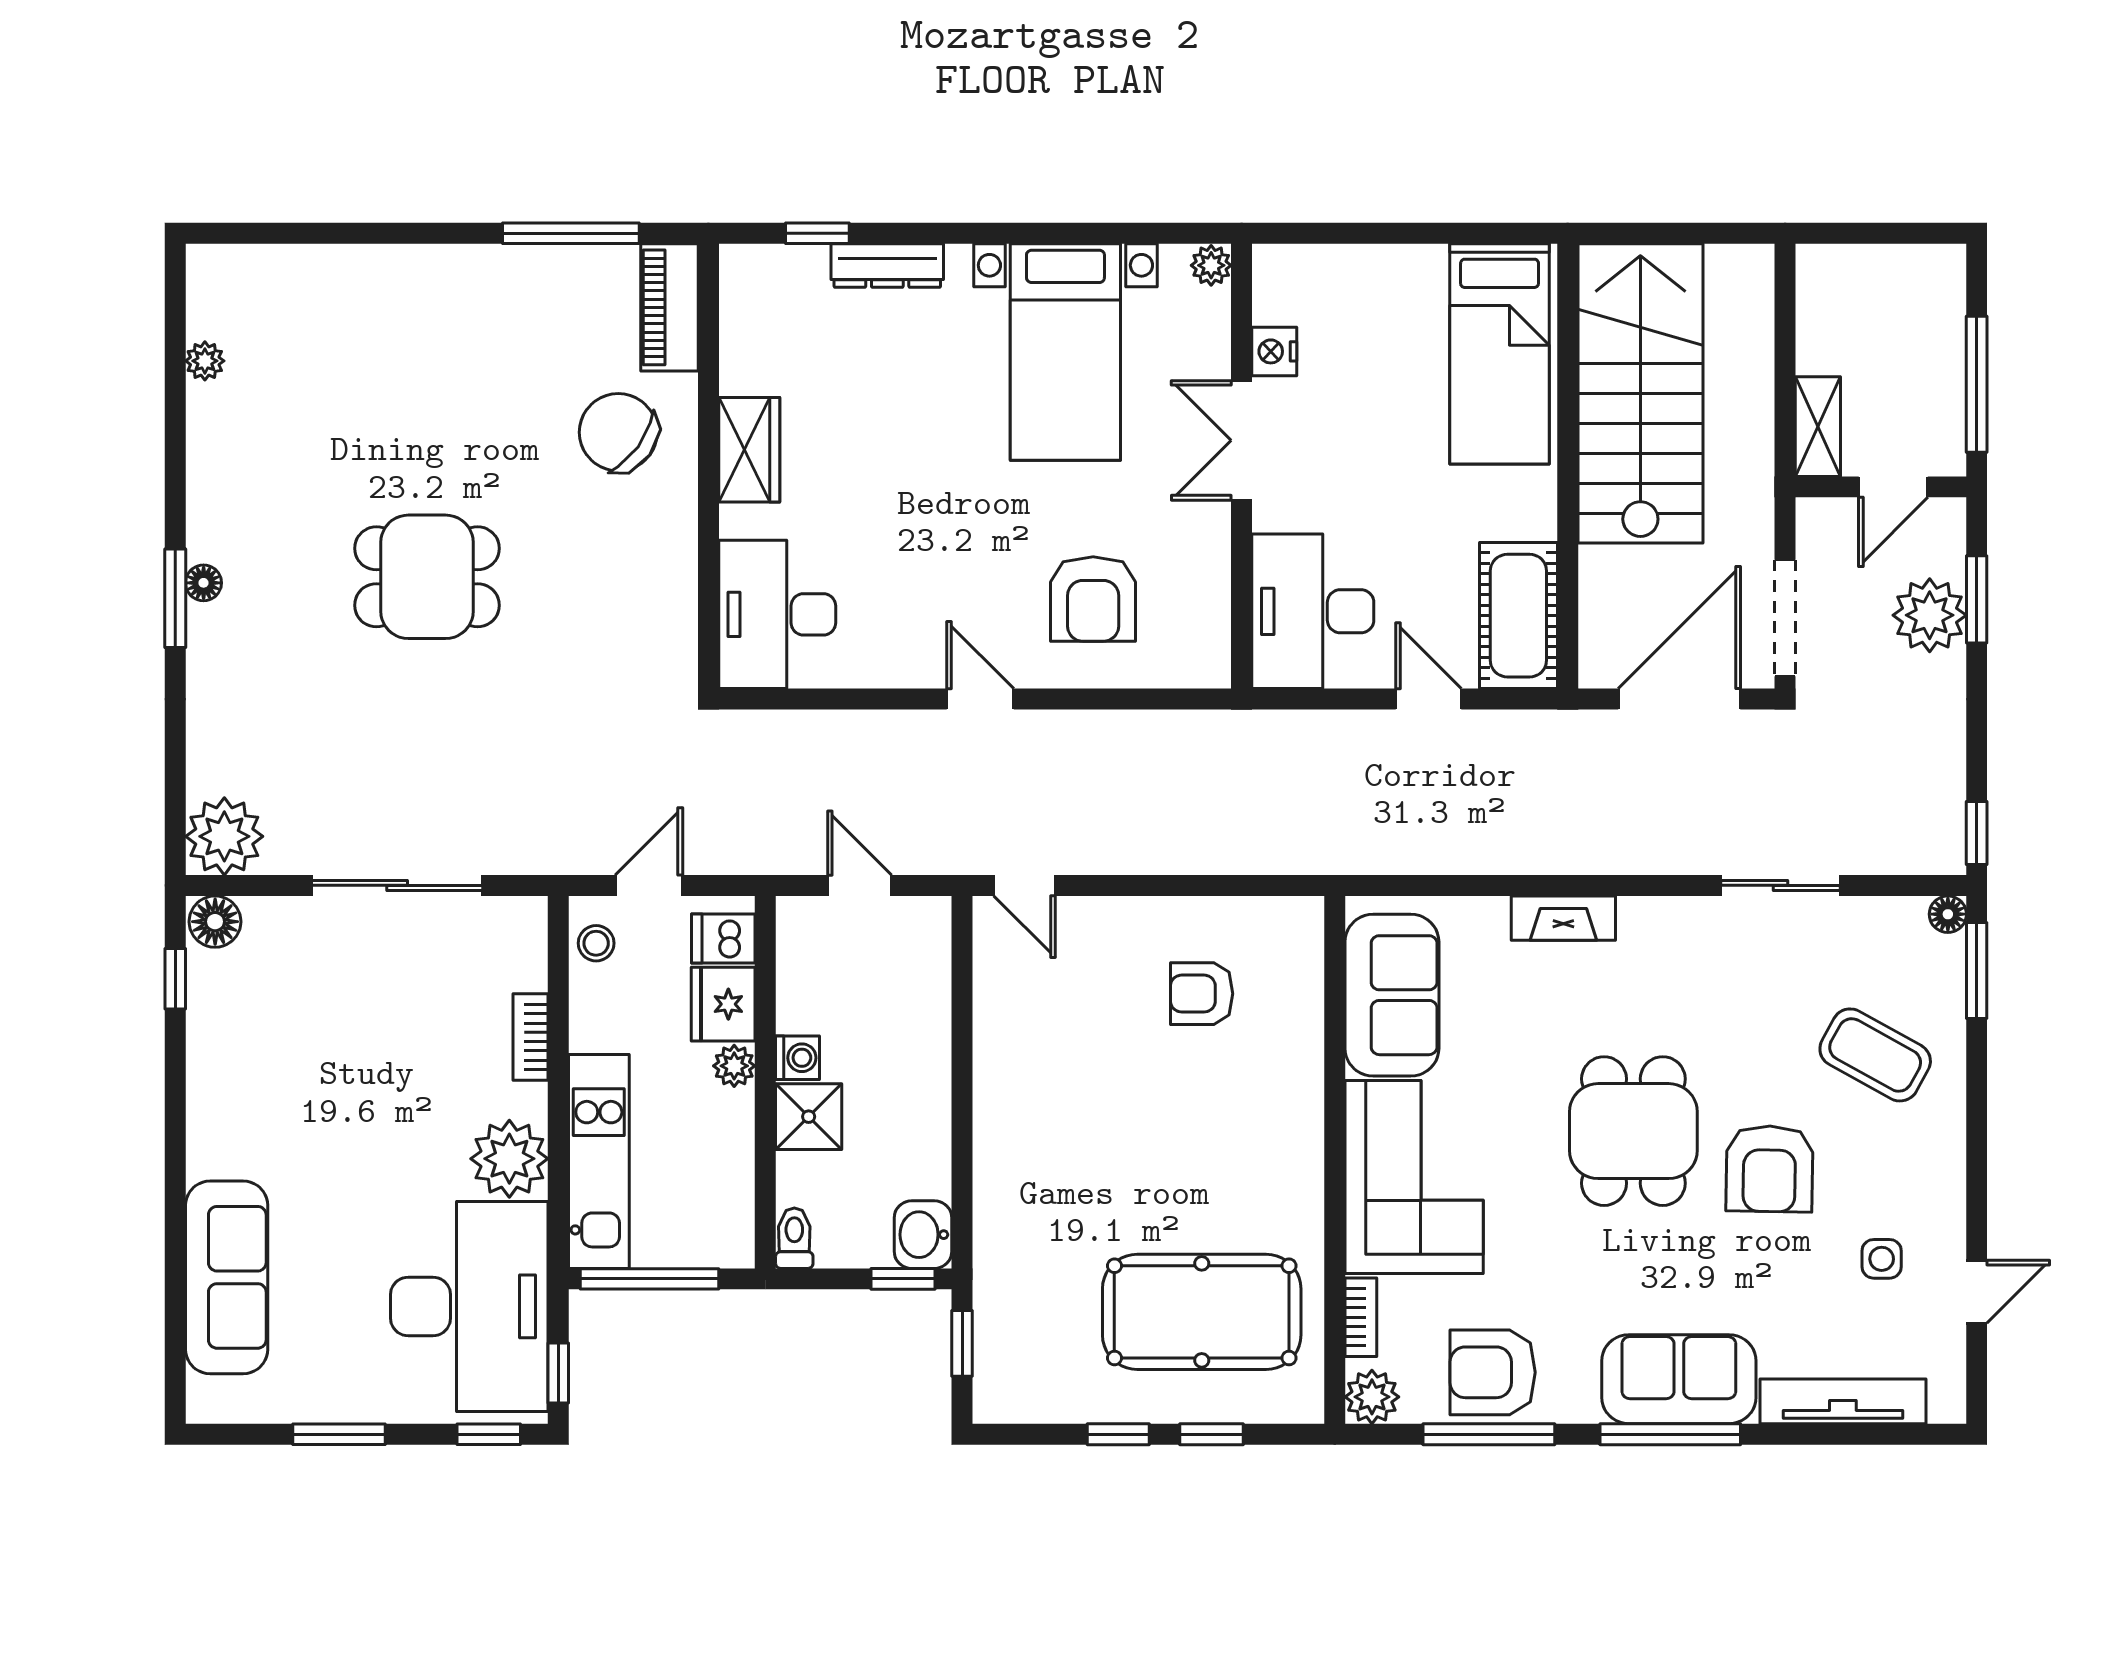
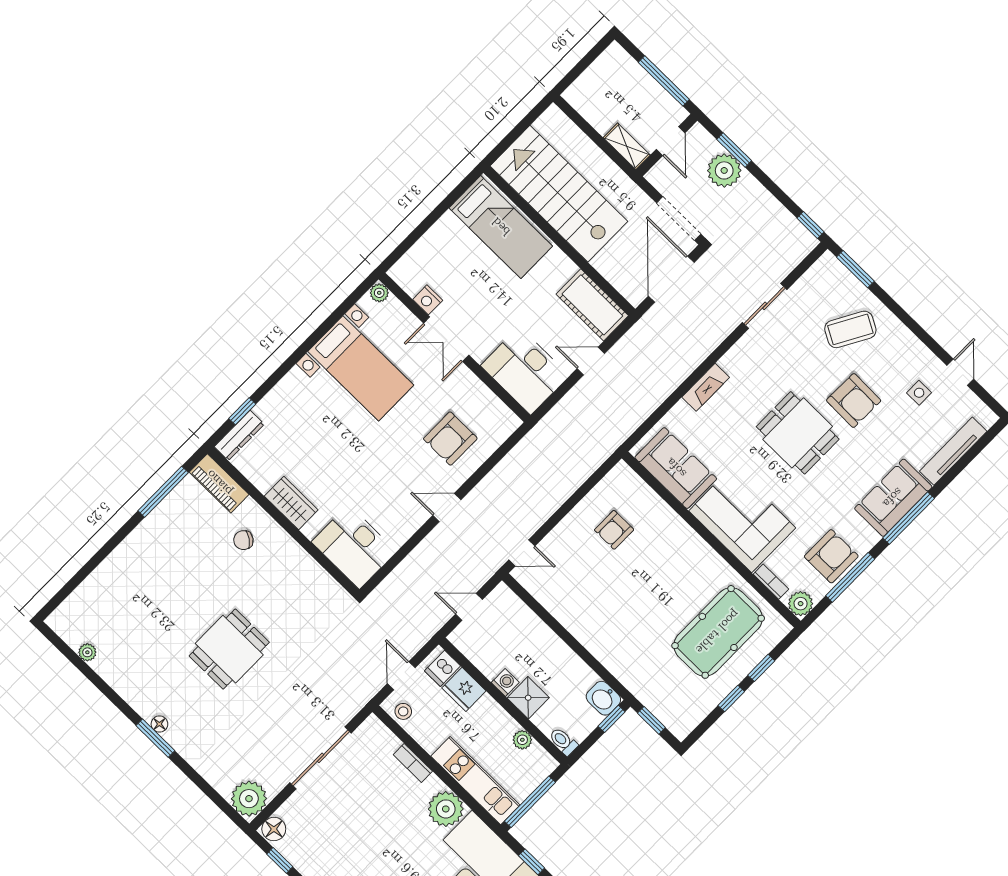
dresser: (887, 266) -> (239, 435), moved
chair: (618, 432) -> (243, 540), width x0.54, depth x0.54
armchair: (1093, 599) -> (450, 439), turned 90
floor lamp: (1948, 914) -> (828, 260), removed
plant: (734, 1066) -> (522, 740), moved
armchair: (1493, 1372) -> (831, 556), turned 180

